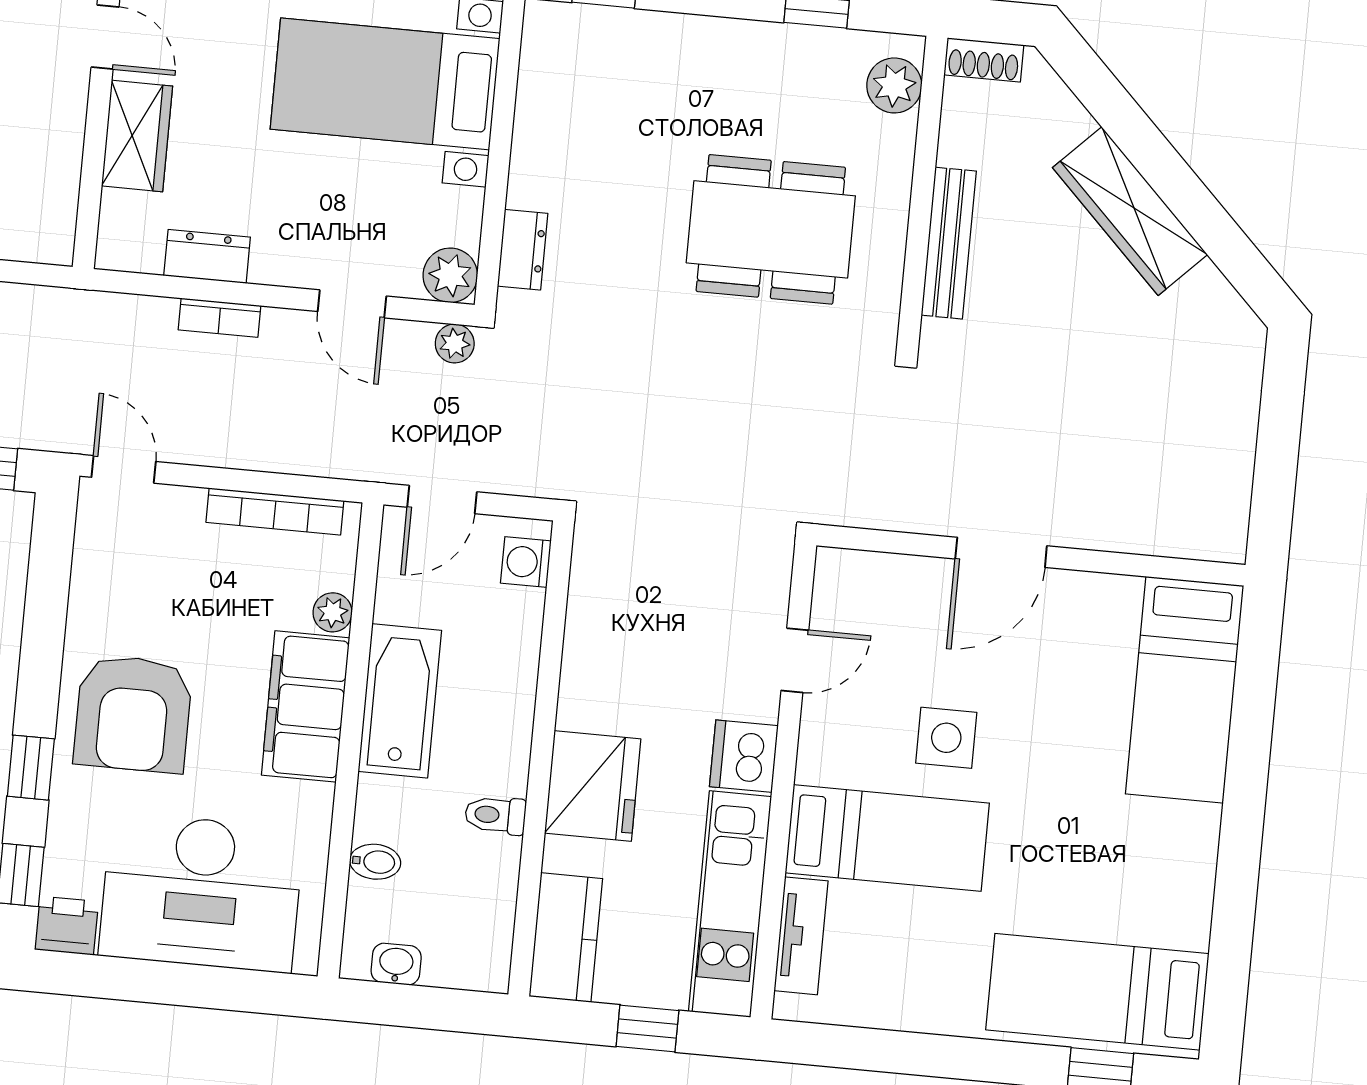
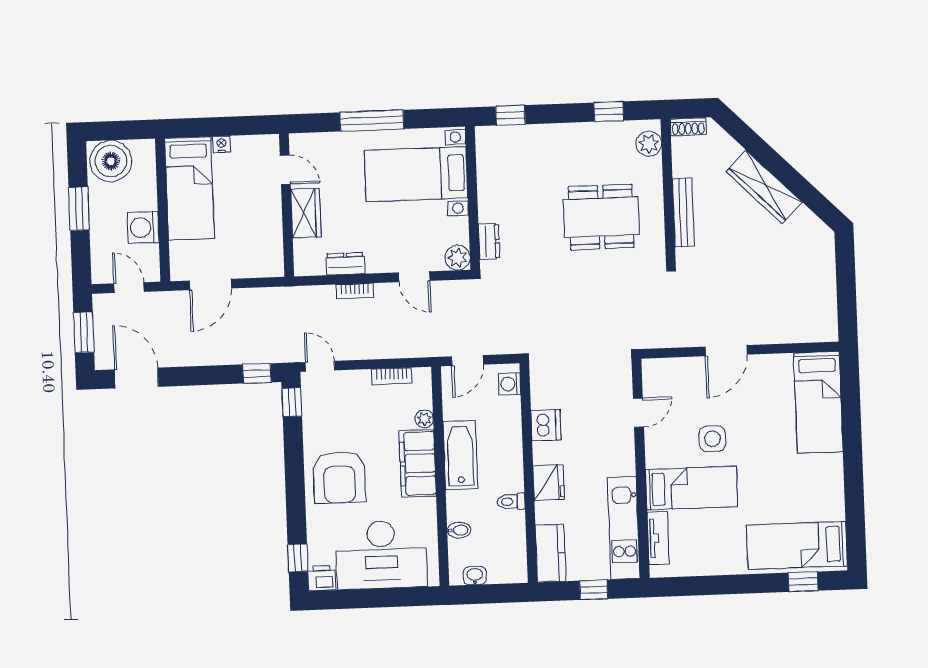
plant: (455, 343) -> (464, 288), removed
bookcase: (275, 511) -> (392, 376), width x0.64
dishwasher: (744, 756) -> (546, 425), moved, turned 180
window: (31, 768) -> (292, 402), moved
fridge: (593, 786) -> (549, 483), width x0.73, depth x0.75

